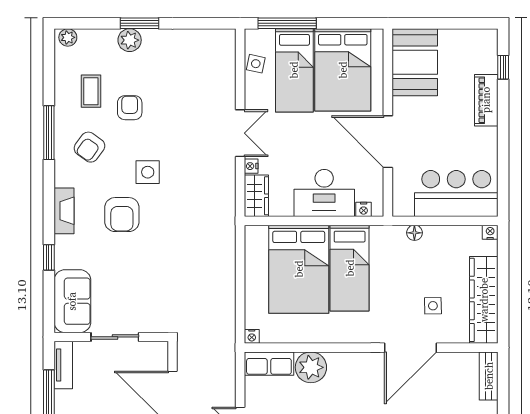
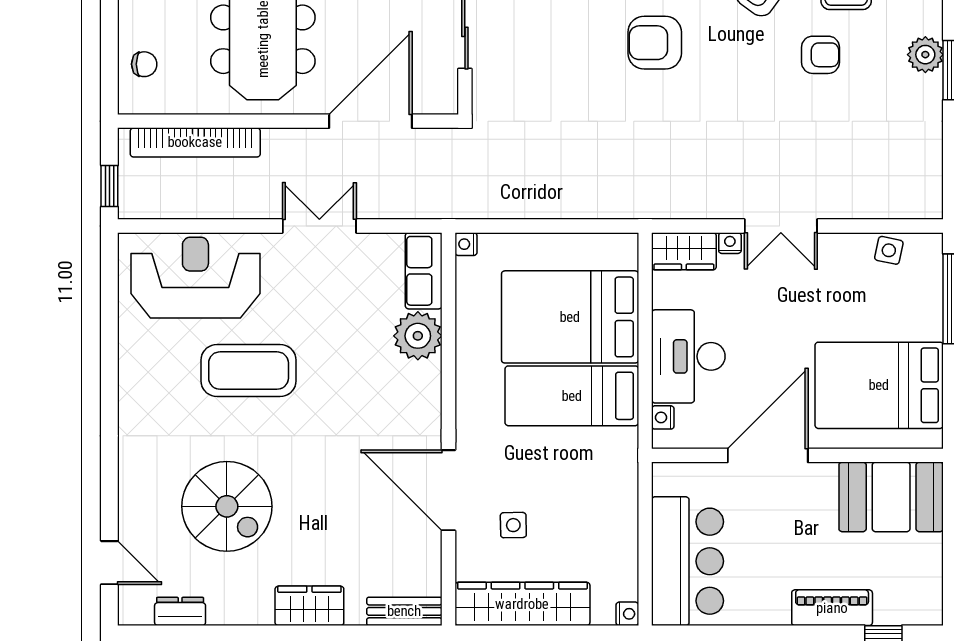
bed: (294, 70) -> (878, 310), removed
side table: (148, 172) -> (721, 83), removed
floor lamp: (414, 233) -> (627, 496), removed

